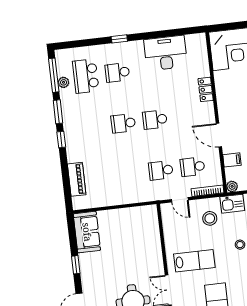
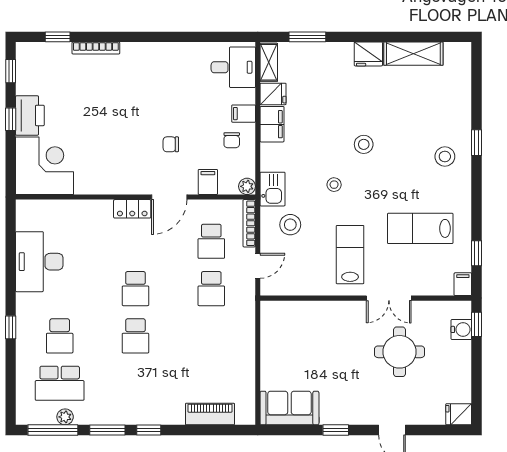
locker: (206, 89) -> (132, 209), moved

